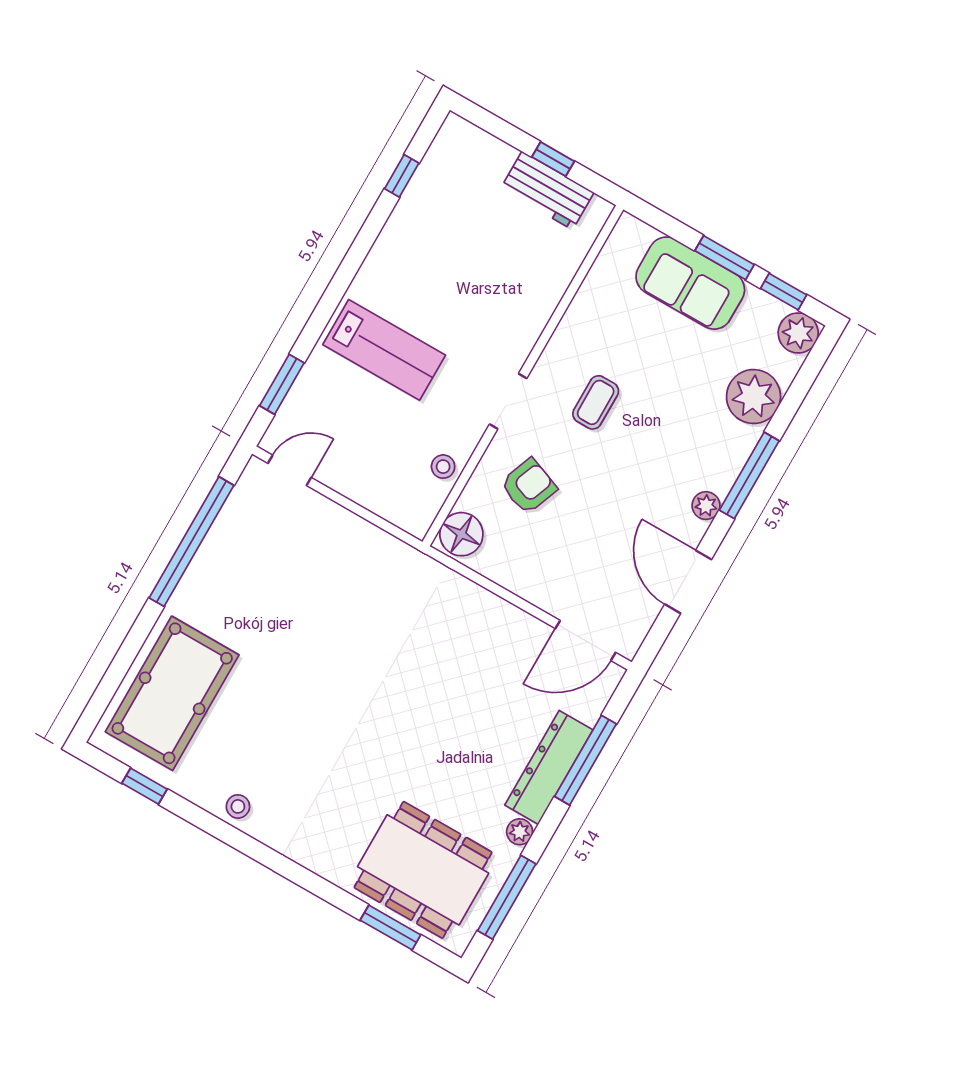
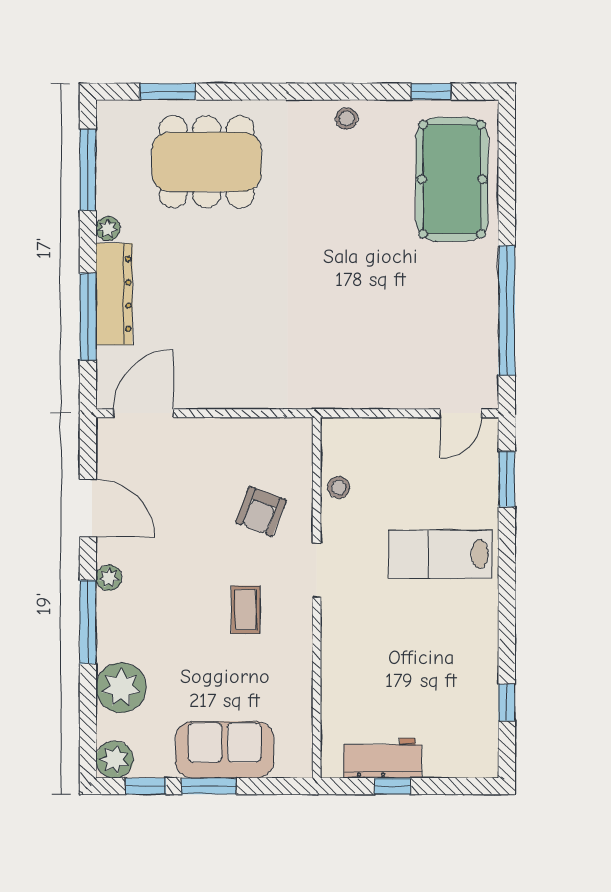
floor lamp: (461, 534) -> (293, 441), removed
dining table: (423, 870) -> (207, 162), moved

